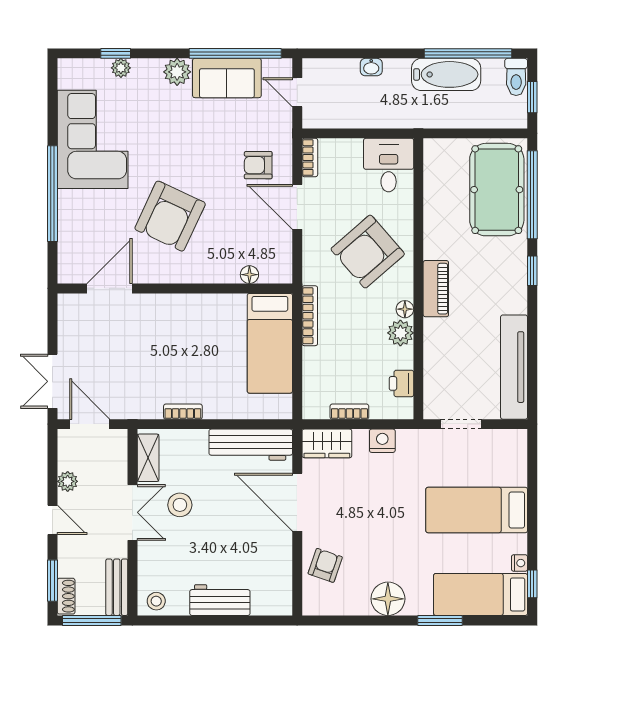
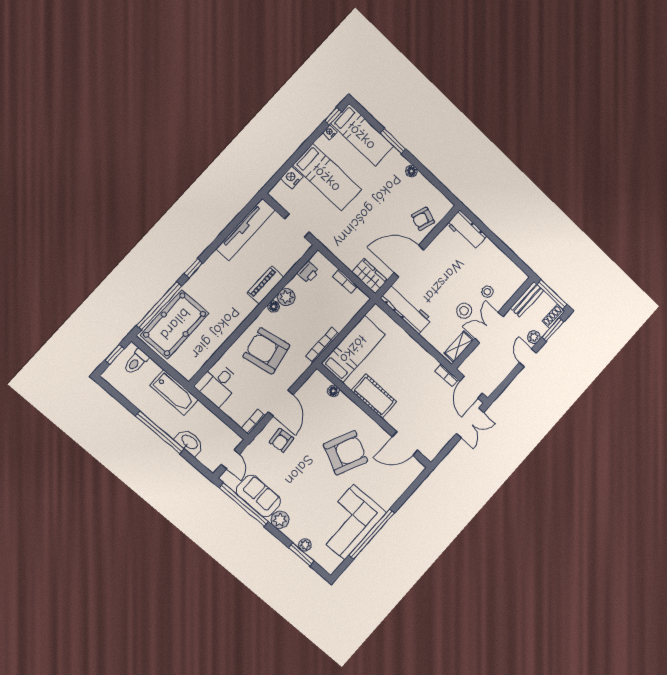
window: (116, 53) -> (301, 554), width x1.50
window: (468, 53) -> (160, 432), moved
washbasin: (371, 67) -> (189, 442), width x1.91, depth x1.45
bathtub: (446, 74) -> (174, 393), moved, turned 180
toilet: (516, 77) -> (136, 362), moved, turned 180
armchair: (258, 165) -> (281, 440), turned 84
window: (52, 194) -> (372, 534), moved
armchair: (368, 252) -> (266, 351), turned -150
piano: (436, 289) -> (265, 285), moved
cot: (197, 311) -> (374, 396), added
bookcase: (183, 412) -> (447, 375), moved
nightstand: (382, 441) -> (292, 178), moved, turned 90
plant: (68, 481) -> (534, 337), moved
door: (297, 502) -> (409, 261), swing flipped
floor lamp: (388, 599) -> (411, 171), width x0.53, depth x0.53
workbench: (220, 600) -> (467, 230), moved
stool: (156, 601) -> (487, 292), moved

